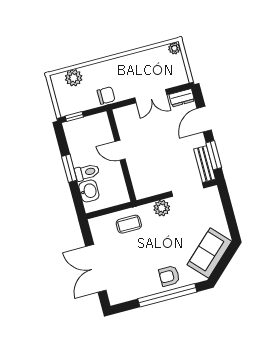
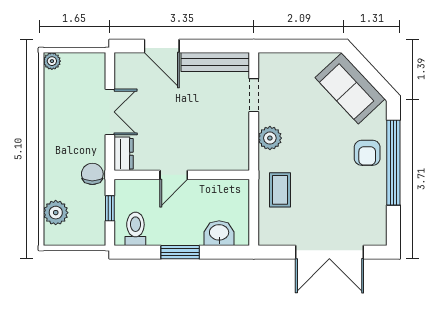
dresser: (182, 98) -> (124, 154), moved
window: (74, 117) -> (110, 208), moved
window: (214, 155) -> (215, 46), removed
bench: (205, 164) -> (215, 62), width x1.36
toilet: (87, 172) -> (135, 229), moved
doorway: (188, 190) -> (254, 95), width x0.73

